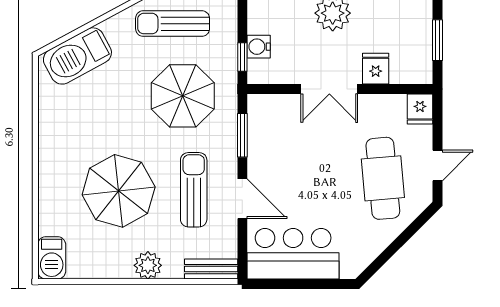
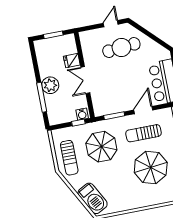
water cooler: (259, 47) -> (82, 114), moved
double door: (329, 89) -> (85, 80), swing flipped
fridge: (420, 109) -> (86, 37), removed
door: (437, 165) -> (111, 24), hinge flipped

